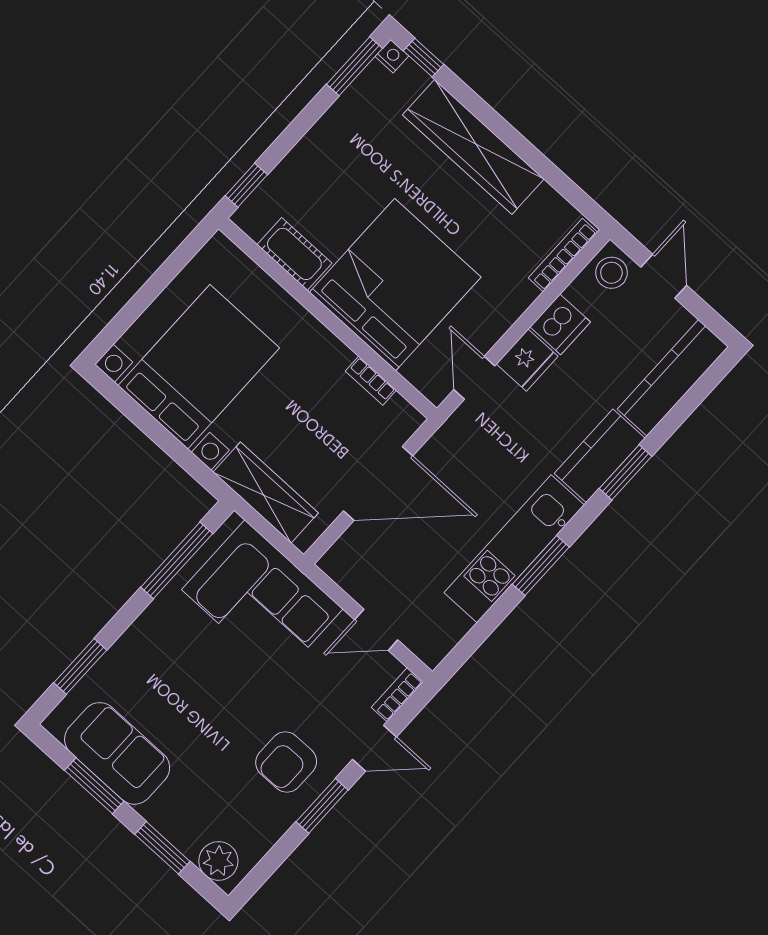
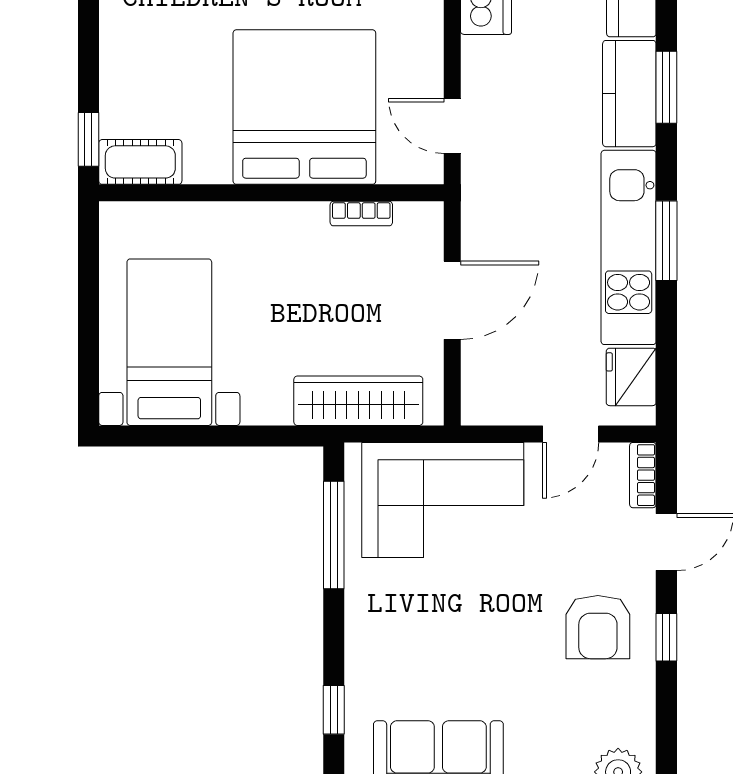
cot: (294, 254) -> (140, 162), moved
fridge: (527, 360) -> (631, 377), moved, turned 180
bed with nightstands: (199, 367) -> (169, 342), width x0.73
door: (378, 483) -> (452, 300), width x0.73
window: (80, 666) -> (334, 710), width x0.67
window: (322, 806) -> (666, 637), width x0.67

